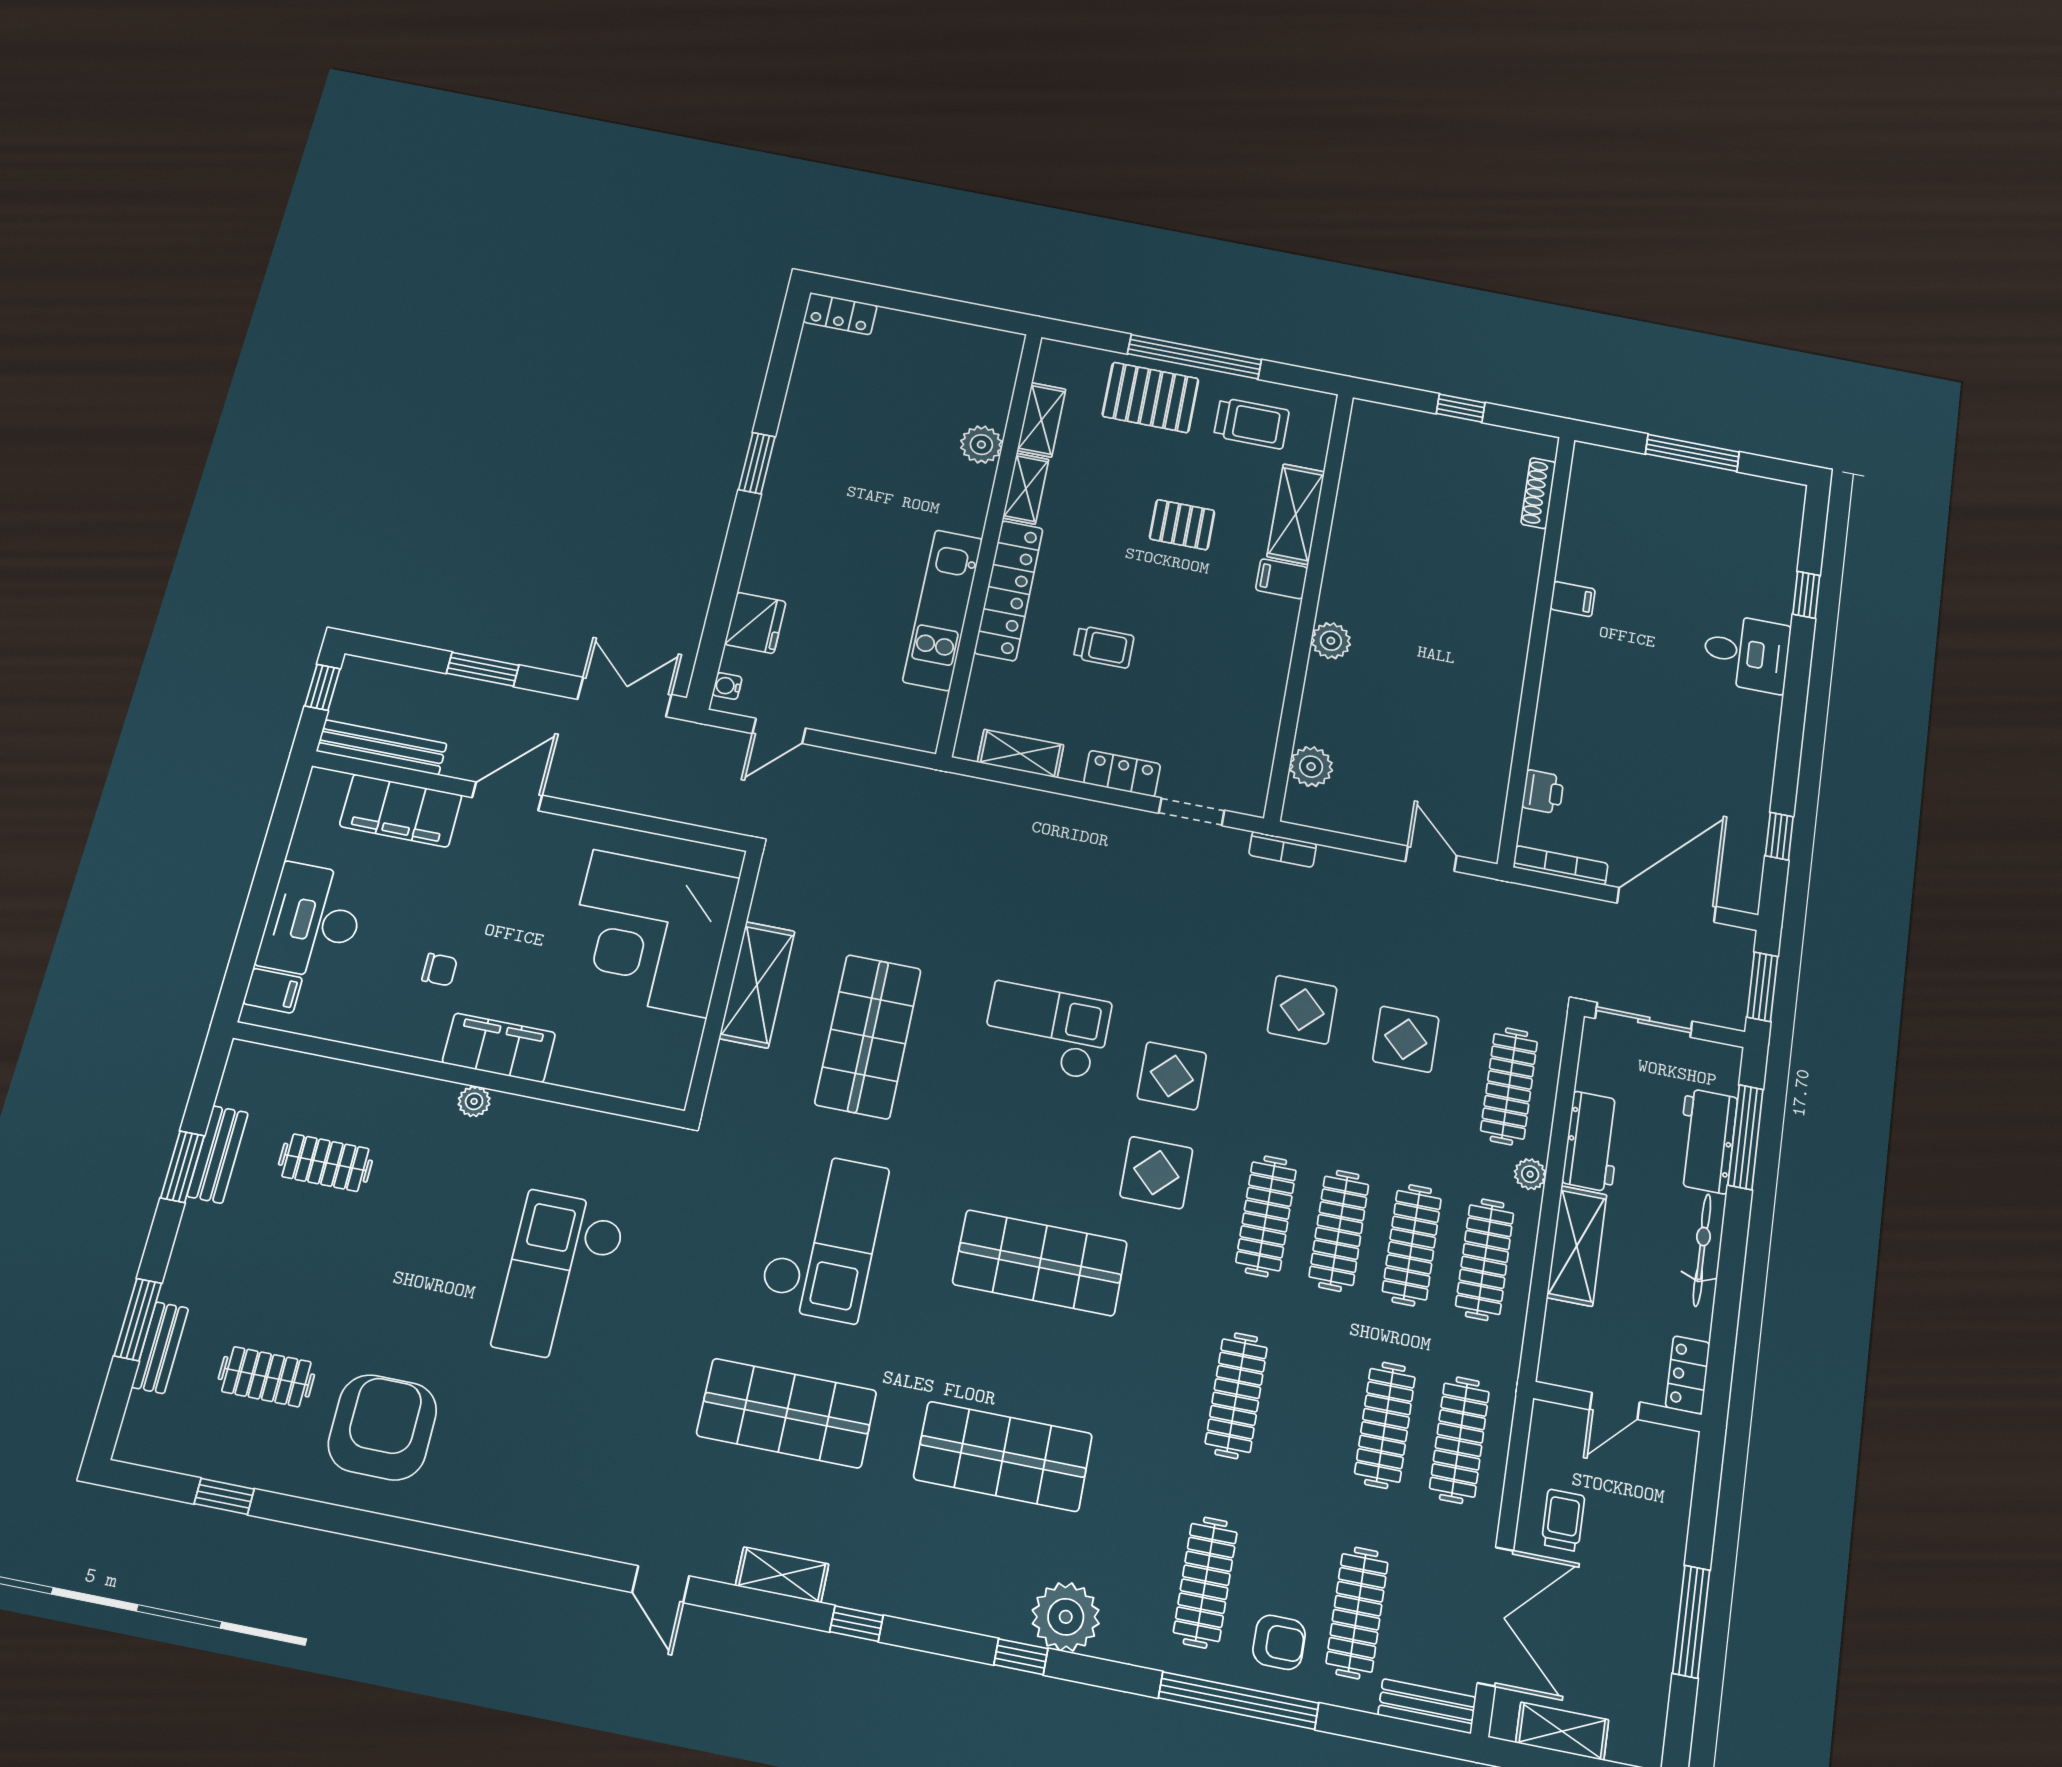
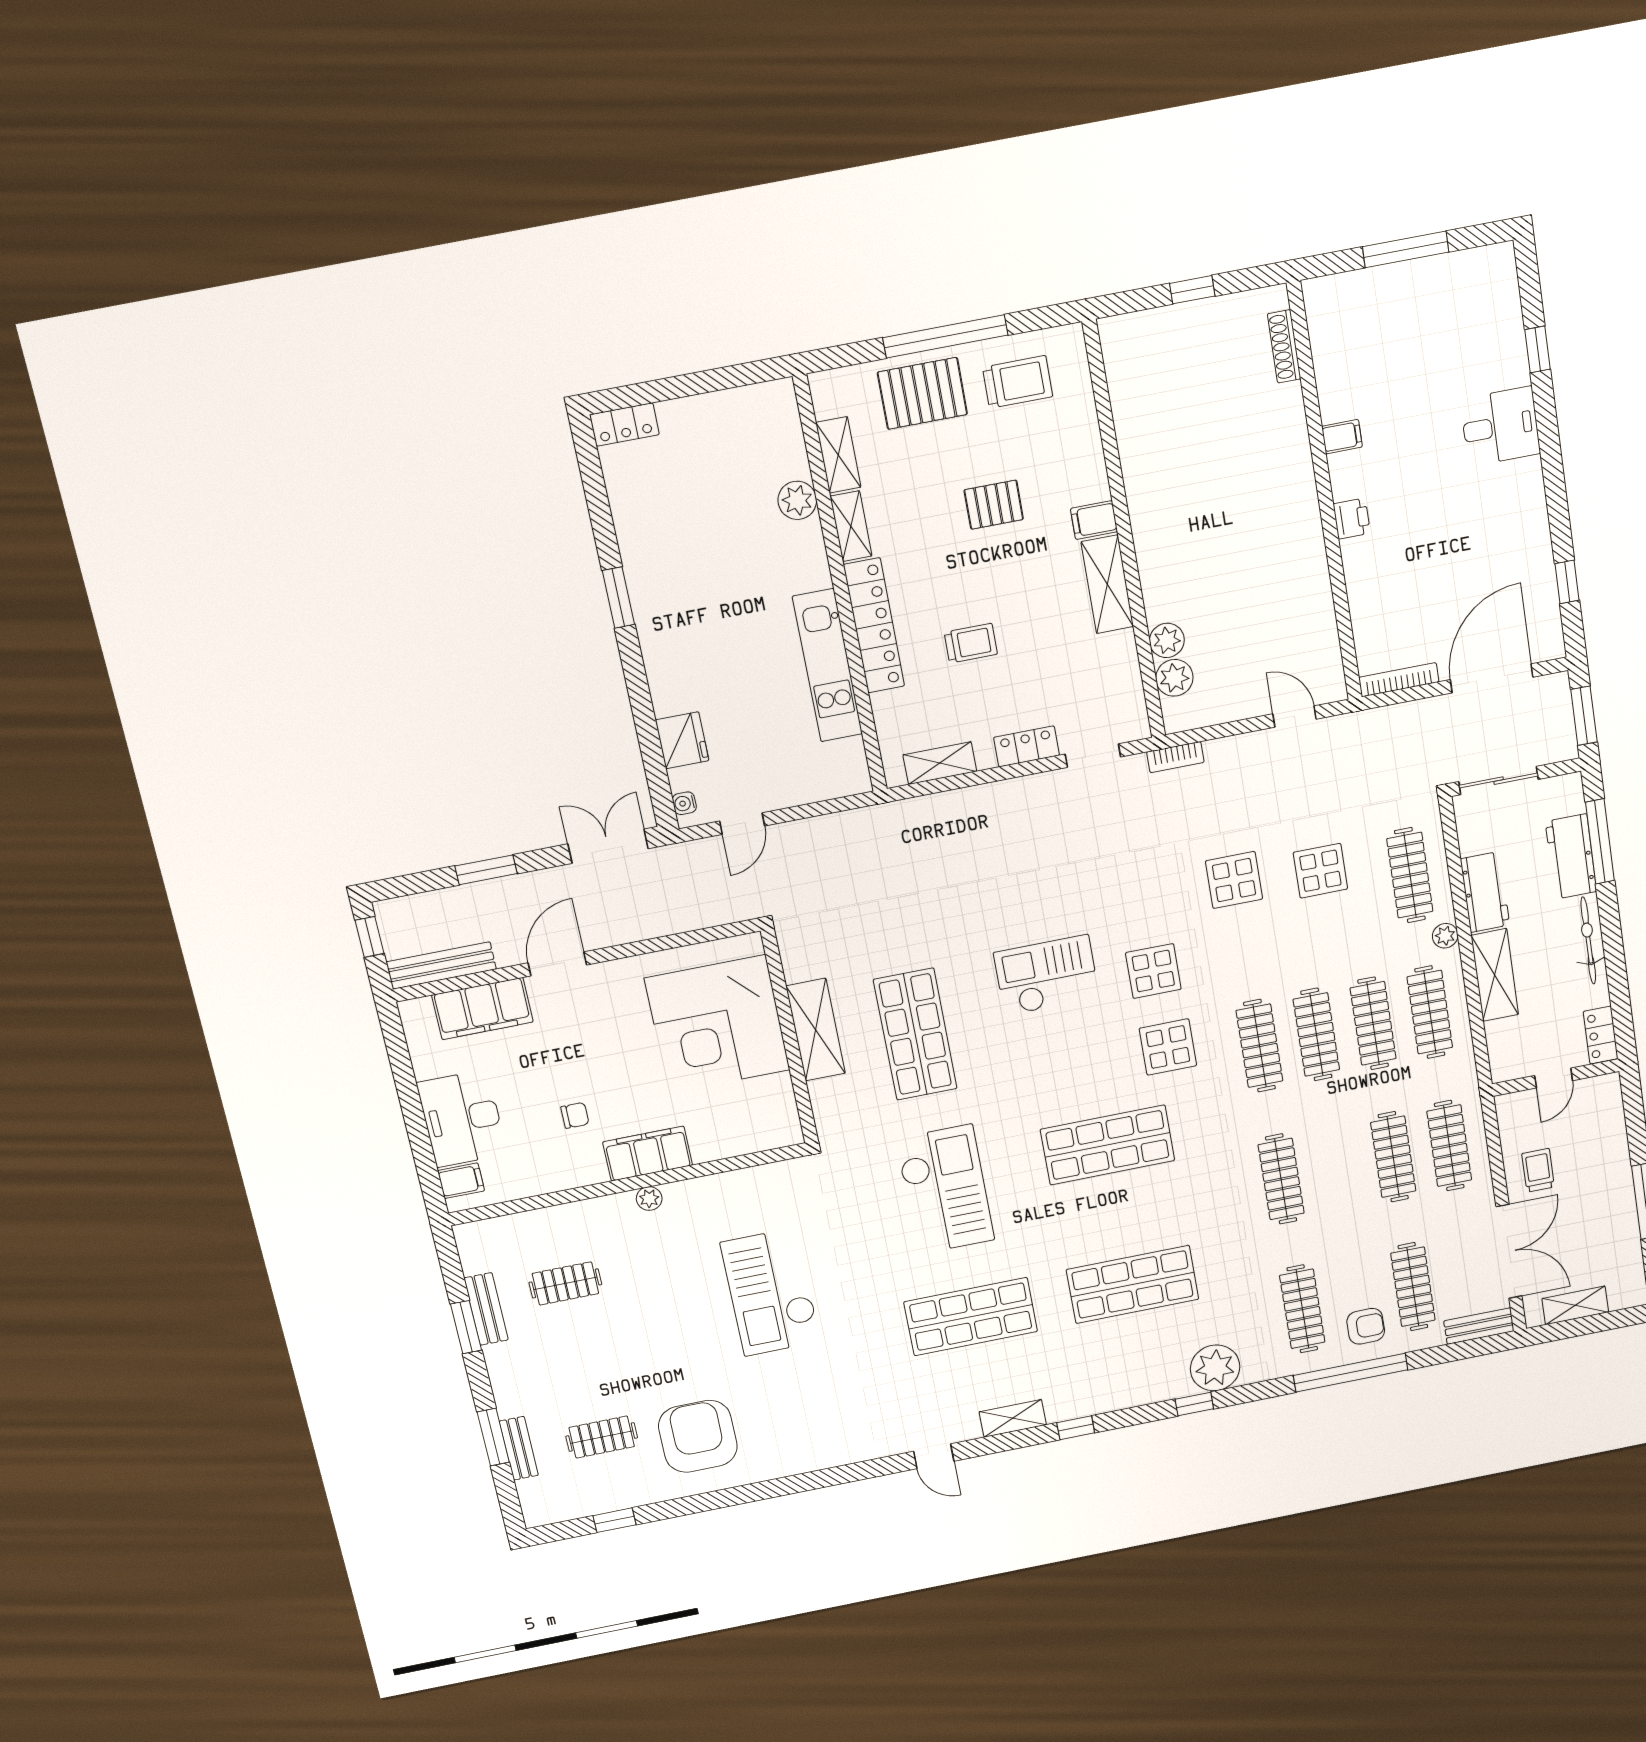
shelving: (1296, 514) -> (1107, 584), moved
plant: (1331, 641) -> (1167, 640), moved
printer: (1543, 792) -> (1352, 519), moved

